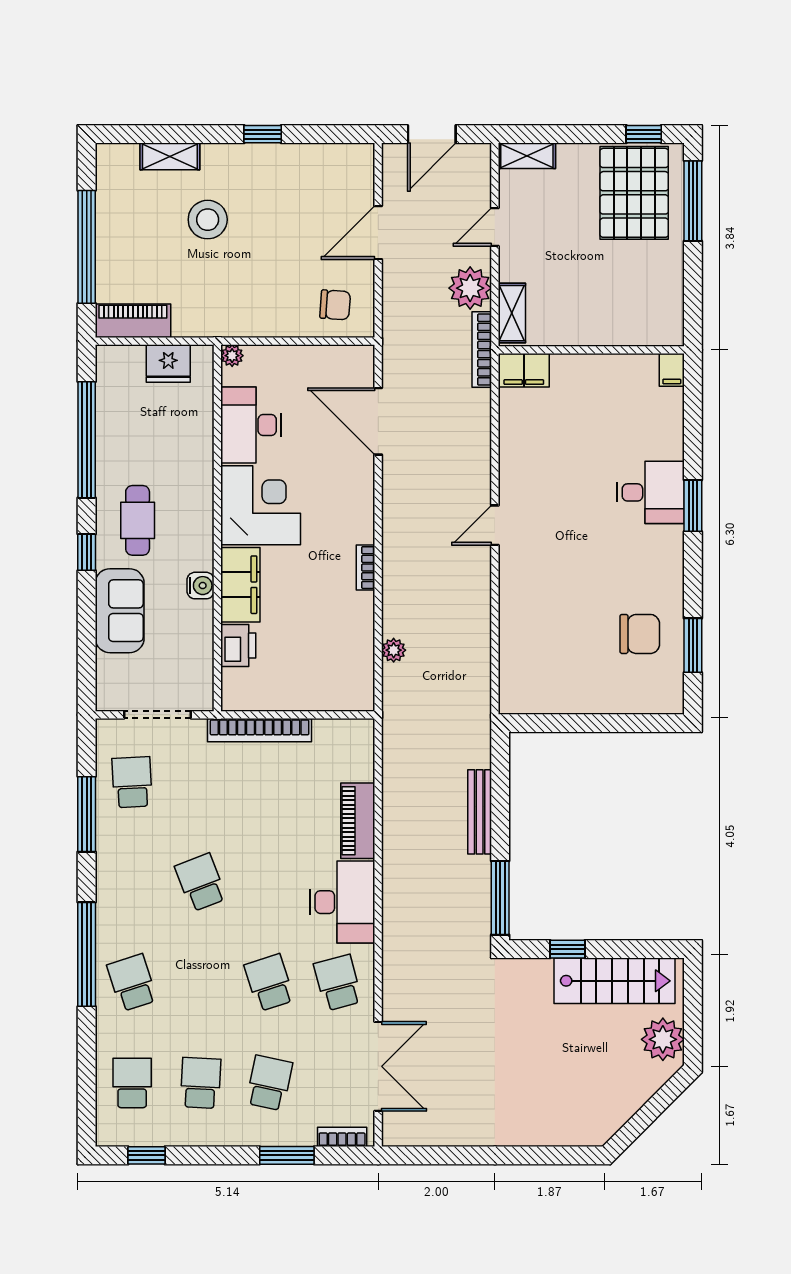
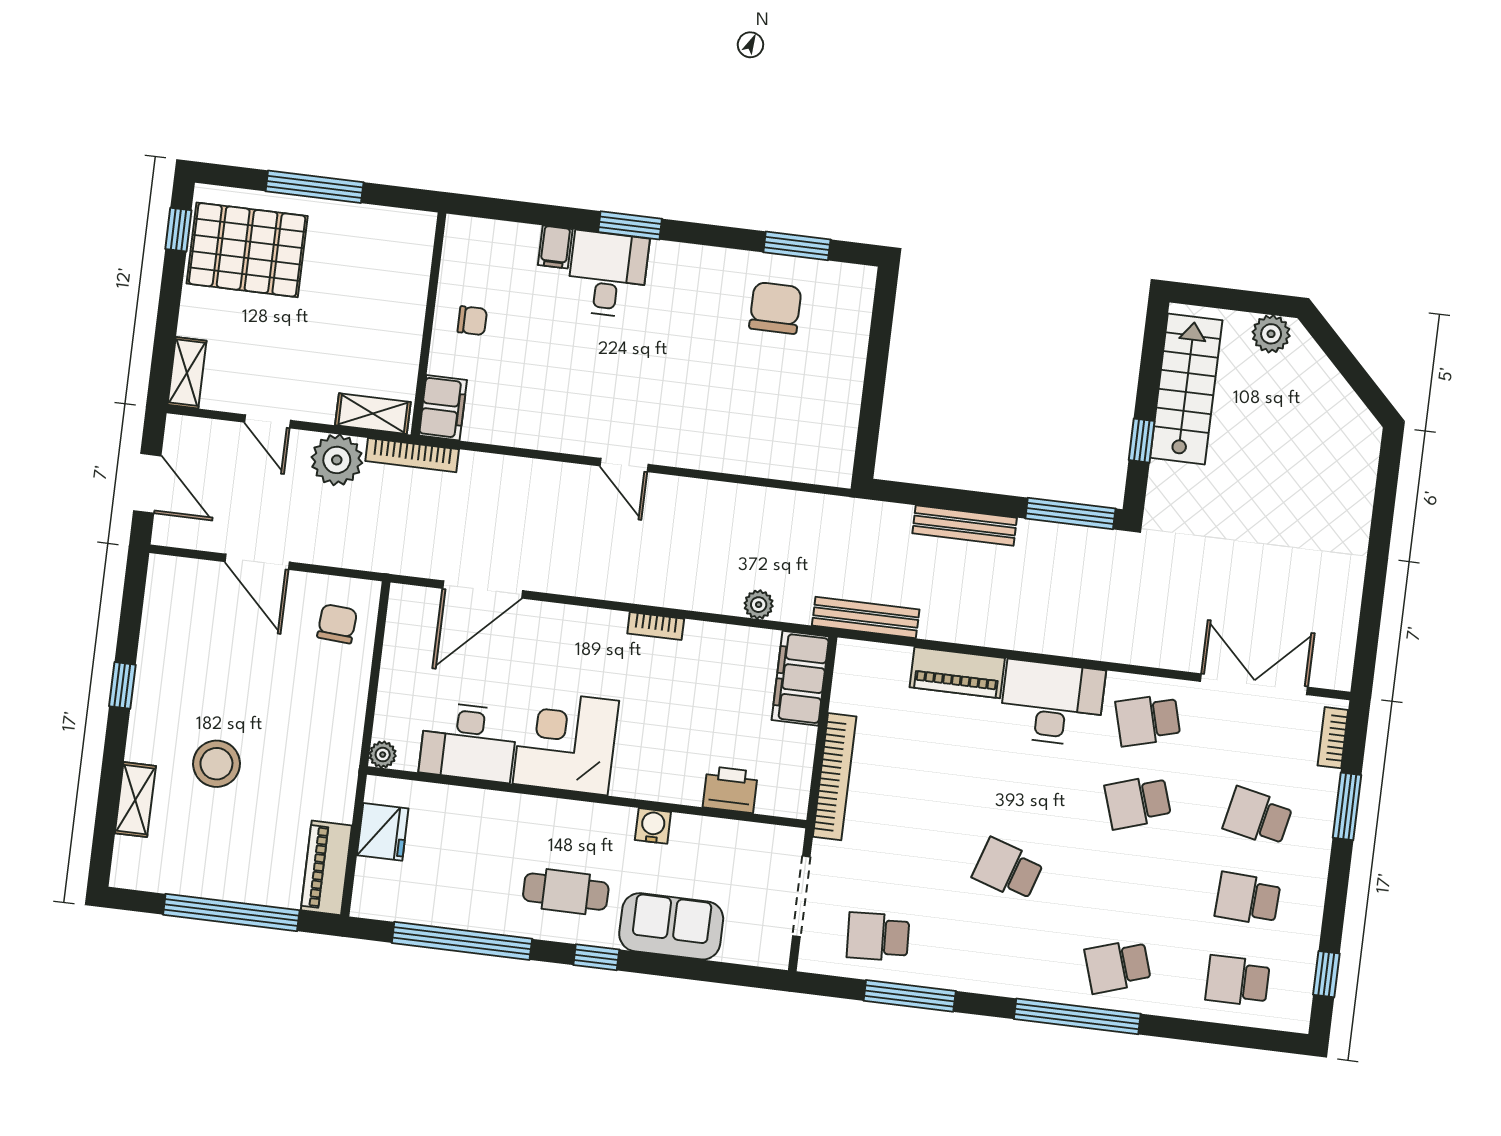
window: (693, 201) -> (315, 187), moved
filing cabinet: (672, 370) -> (555, 247), moved, turned 90
chair: (599, 385) -> (472, 321), added
filing cabinet: (240, 585) -> (800, 678), moved, turned -90
bench: (394, 740) -> (866, 618), added
school desk: (201, 882) -> (1008, 869), turned 39
plant: (663, 1039) -> (1271, 334), width x0.73, depth x0.73

